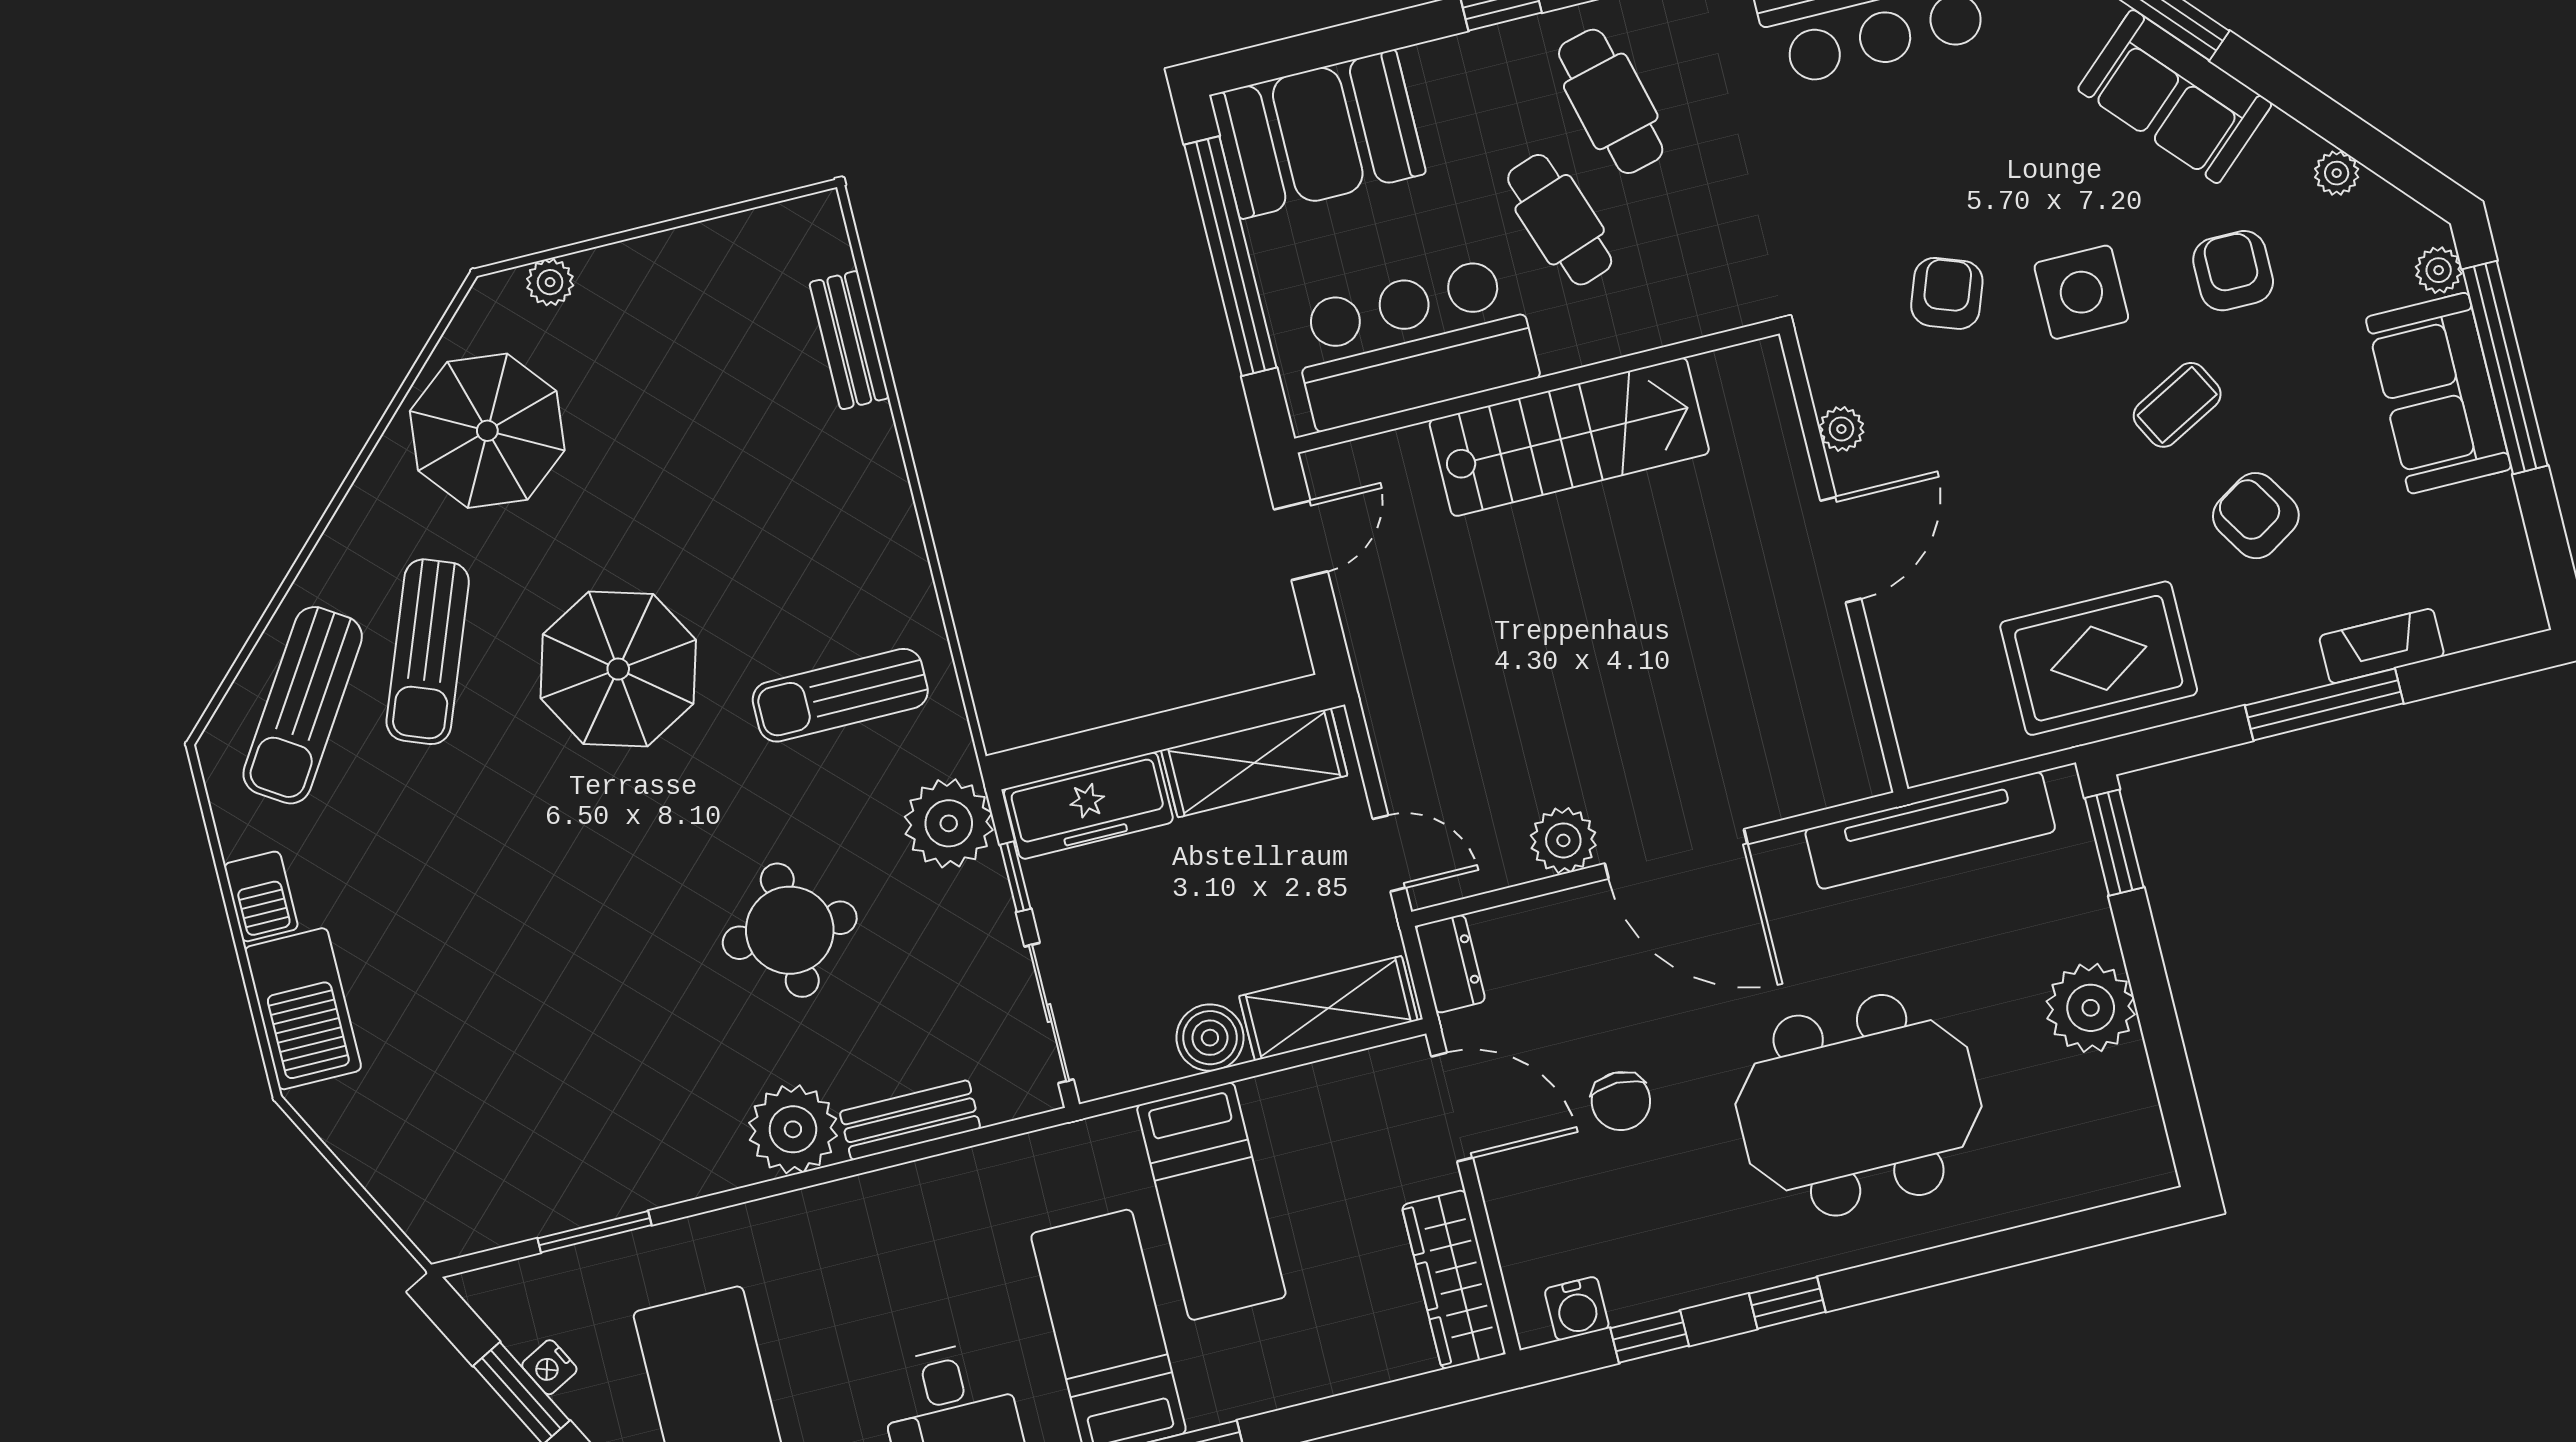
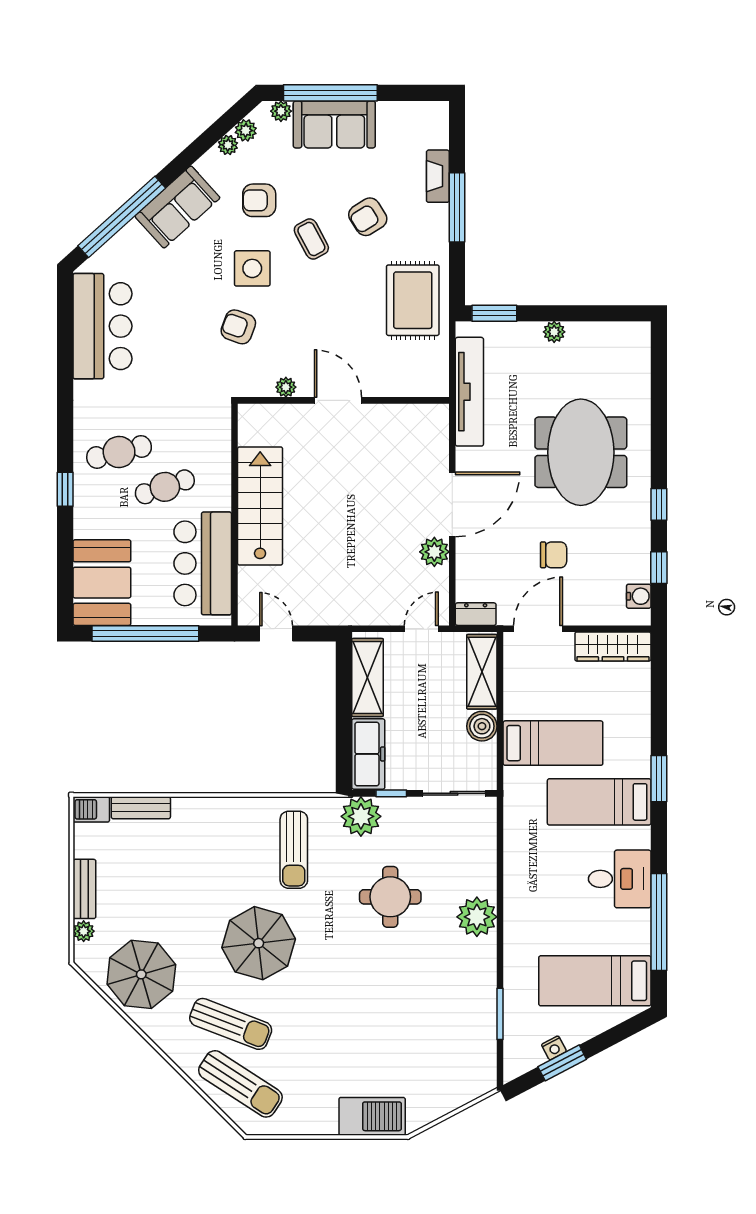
plant: (2378, 204) -> (246, 130), added
barbecue: (261, 896) -> (91, 809), moved, turned 180
plant: (2091, 1008) -> (554, 332), width x0.53, depth x0.53
bench: (910, 1120) -> (84, 889), moved

